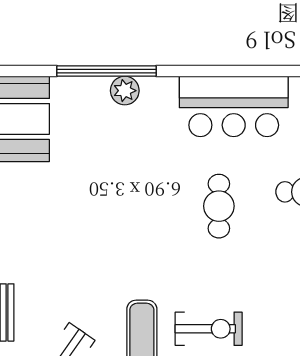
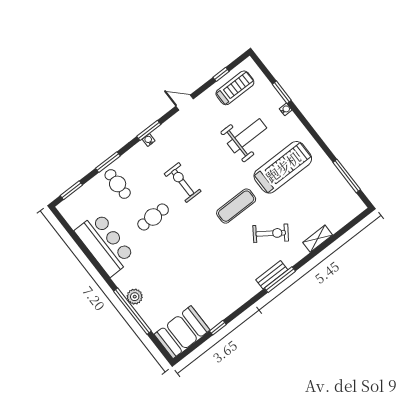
exercise bike: (209, 329) -> (183, 183), moved

